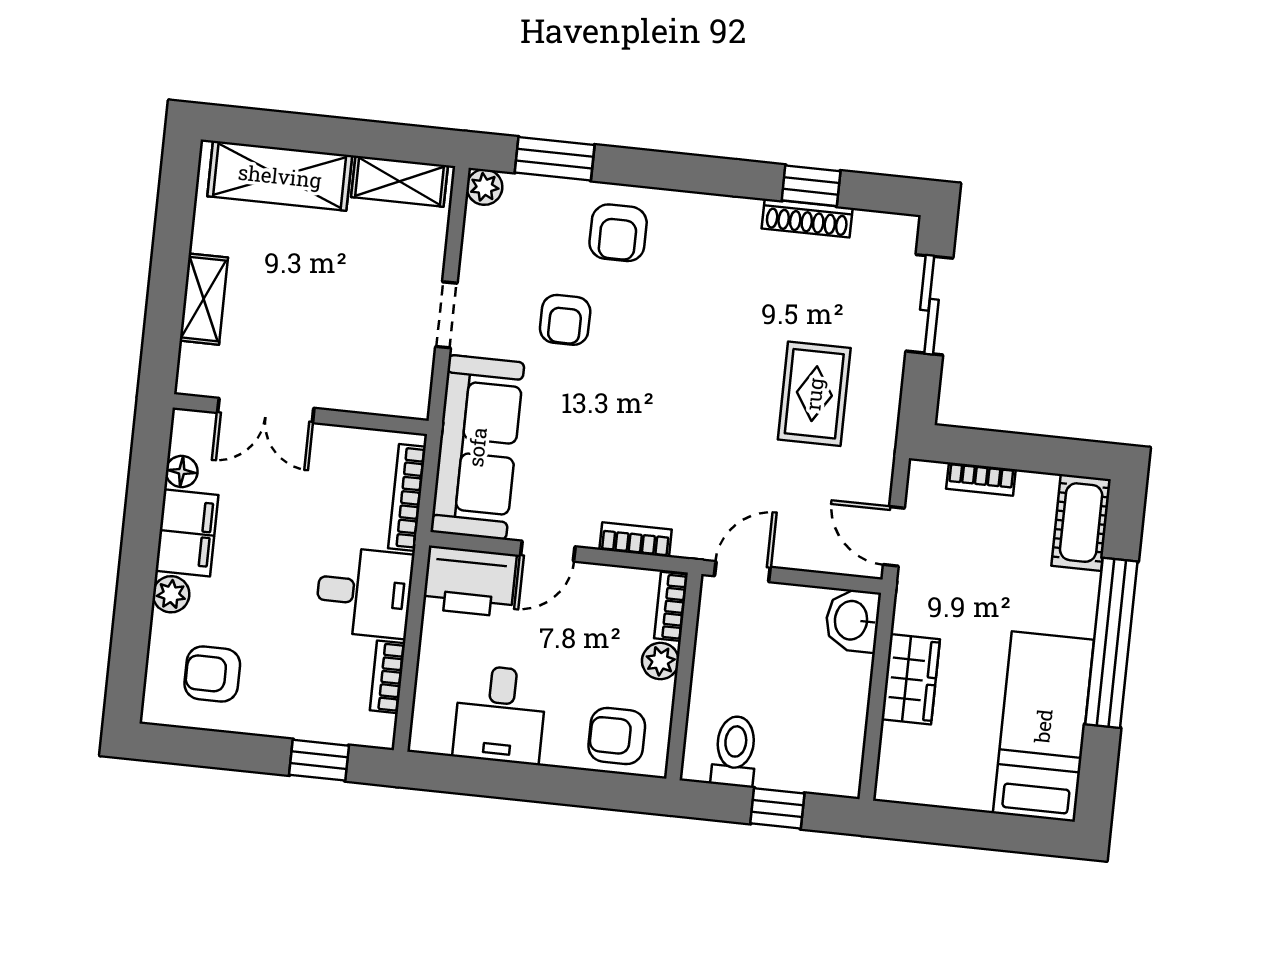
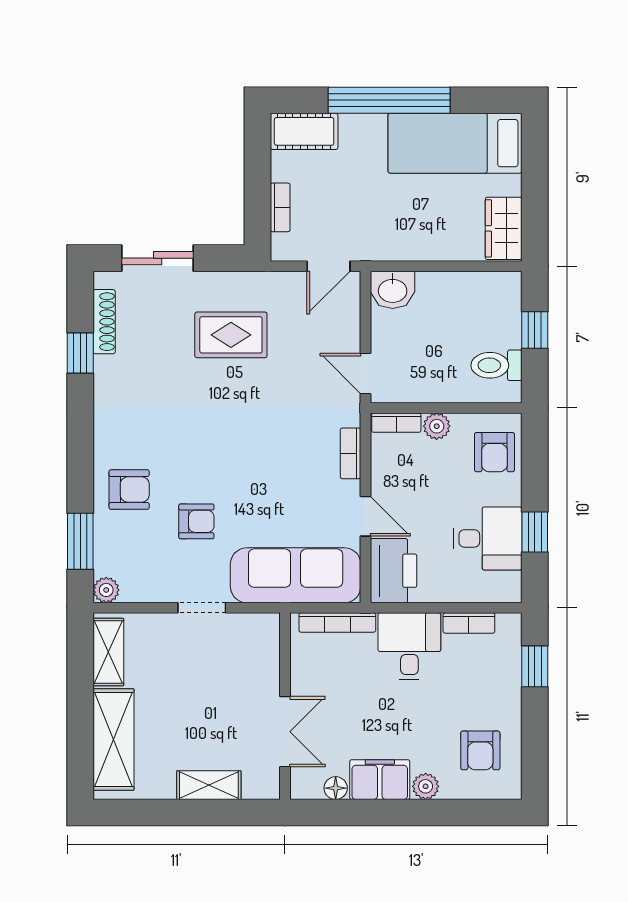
shoe rack: (807, 218) -> (104, 322), moved
wardrobe: (911, 679) -> (504, 228), moved, turned -90
window: (502, 779) -> (535, 532), added

